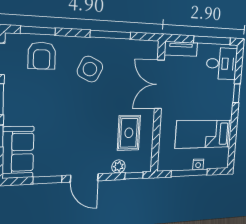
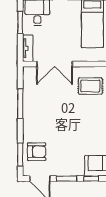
window: (212, 40) -> (20, 22), width x0.69
side table: (90, 69) -> (45, 118), removed

